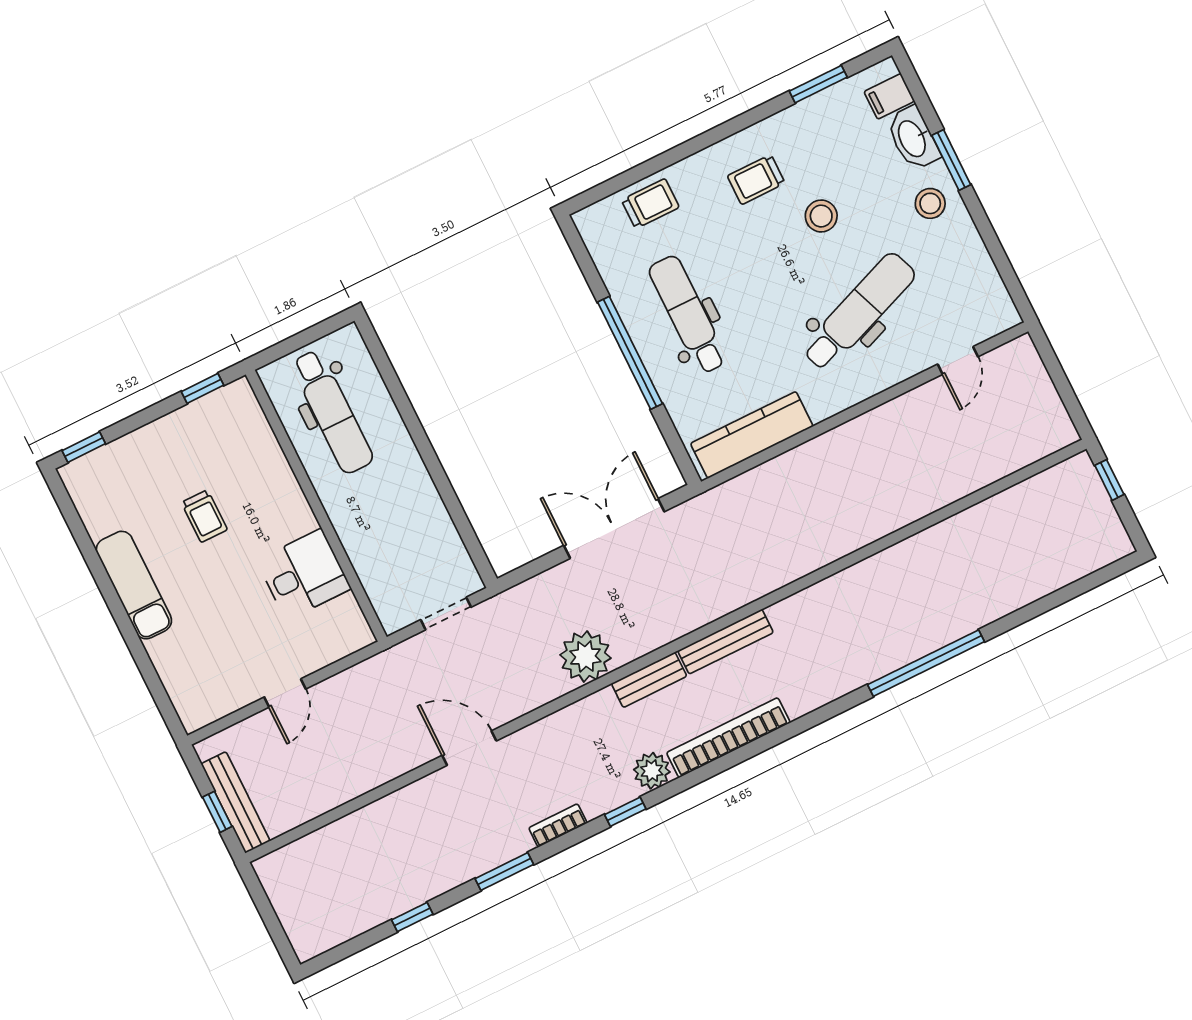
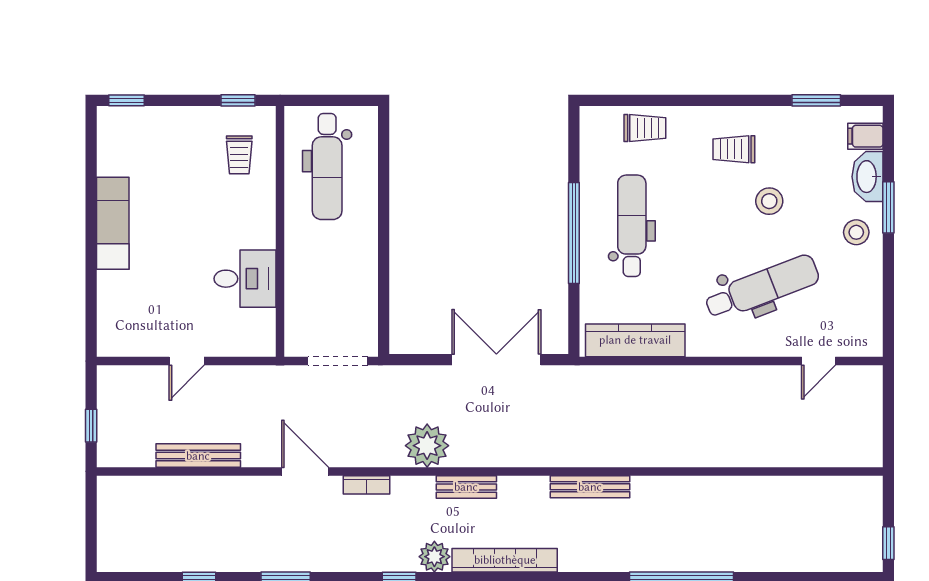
window: (1109, 480) -> (888, 543), moved
trolley: (204, 516) -> (239, 155), moved
doorway: (446, 613) -> (338, 361), width x1.38
bench: (725, 642) -> (590, 487), moved
bench: (236, 802) -> (198, 456), moved, turned 90
bookcase: (558, 825) -> (367, 485), moved, turned 180

